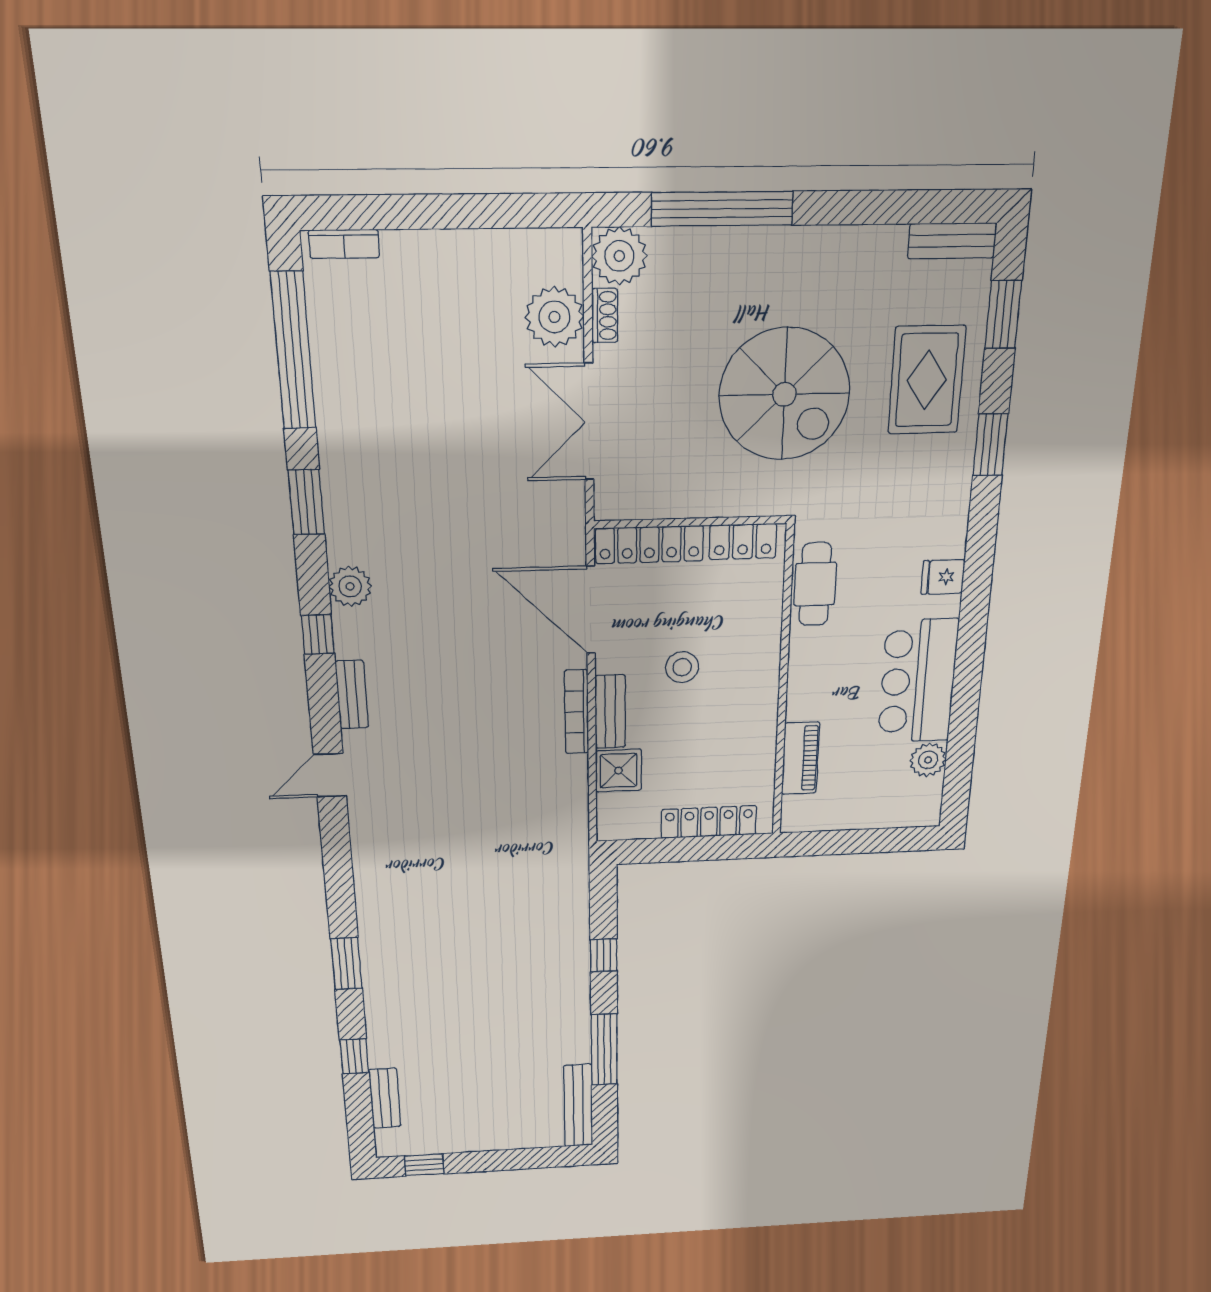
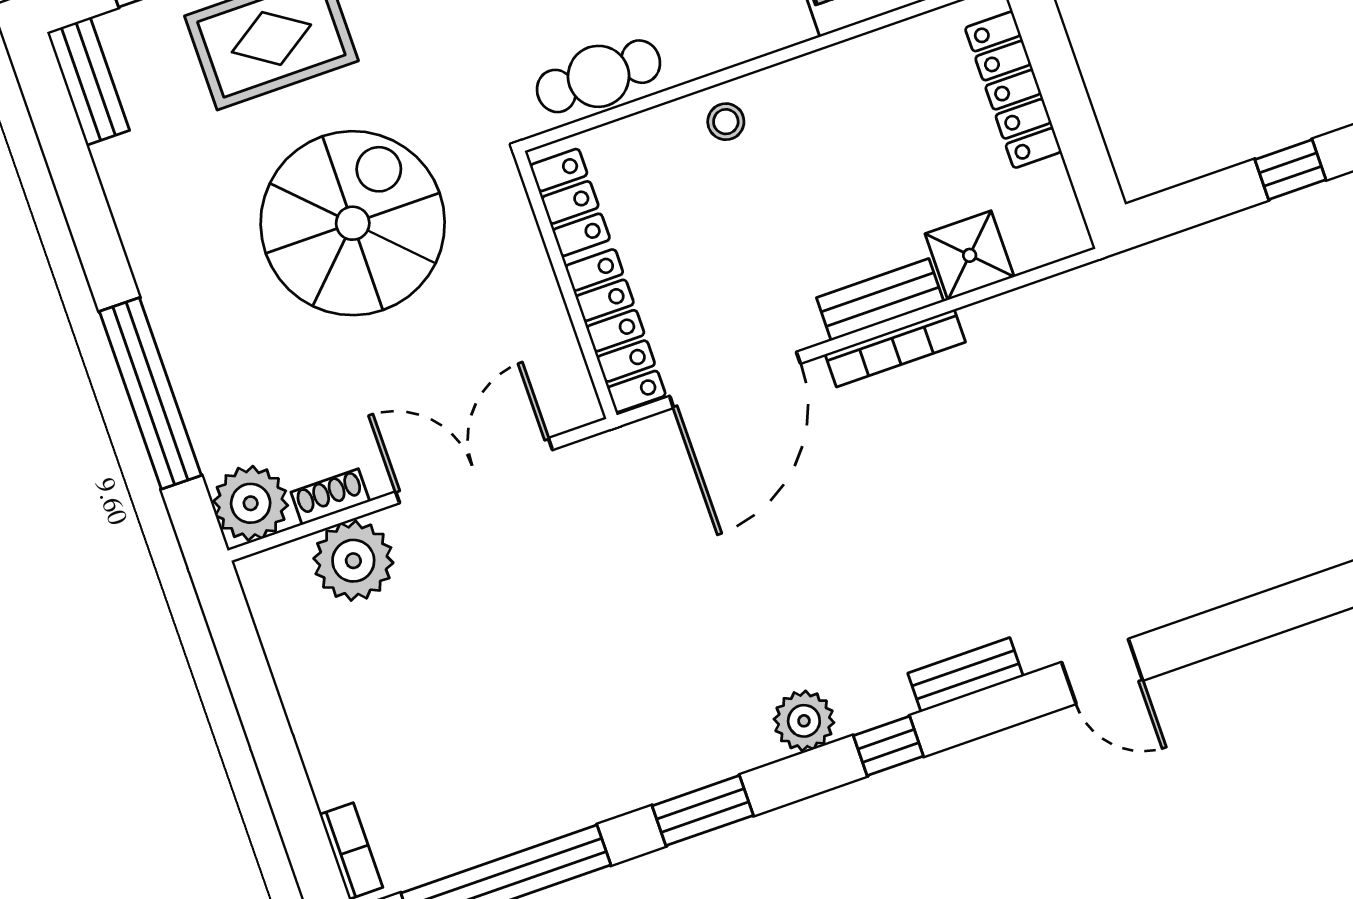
double door: (589, 422) -> (474, 471), swing flipped
stool: (682, 667) -> (726, 122), moved, width x0.73, depth x0.73

